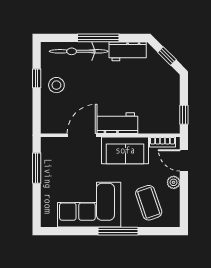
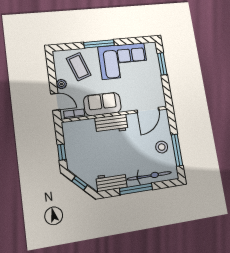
window: (37, 78) -> (177, 150), width x2.17
window: (184, 115) -> (62, 152), moved
door: (82, 135) -> (148, 110), moved
window: (37, 168) -> (162, 64), moved

